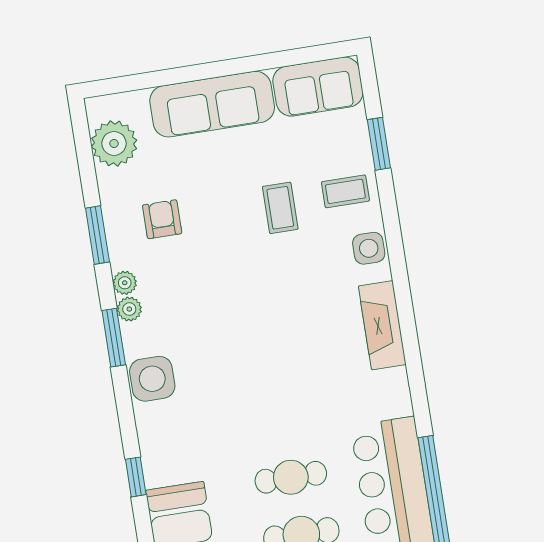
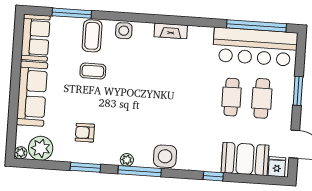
window: (379, 144) -> (72, 13), width x1.44
coffee table: (345, 191) -> (92, 36), width x1.36, depth x1.30
plant: (125, 283) -> (21, 153), moved
fireplace: (382, 325) -> (171, 31), width x0.73, depth x0.76
window: (114, 338) -> (140, 171), width x1.44

